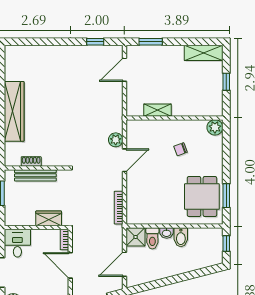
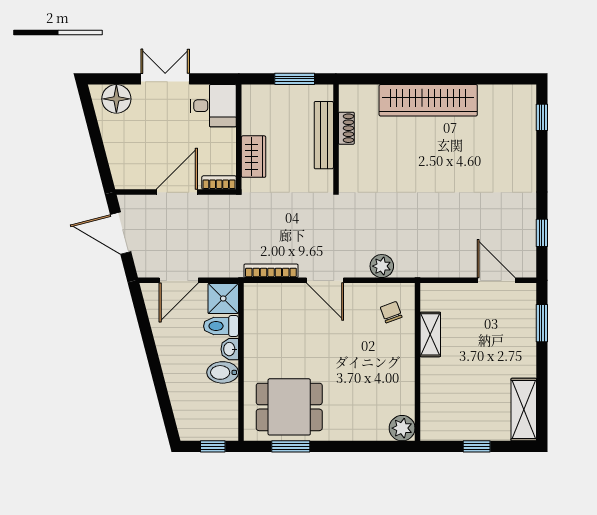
window: (25, 42) -> (542, 117), added
chair: (181, 149) -> (391, 312), moved
door: (124, 160) -> (325, 280), moved
door: (124, 264) -> (179, 280), swing flipped

